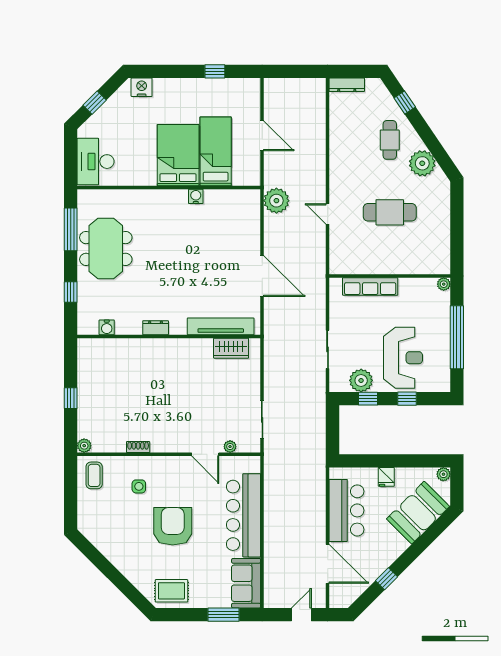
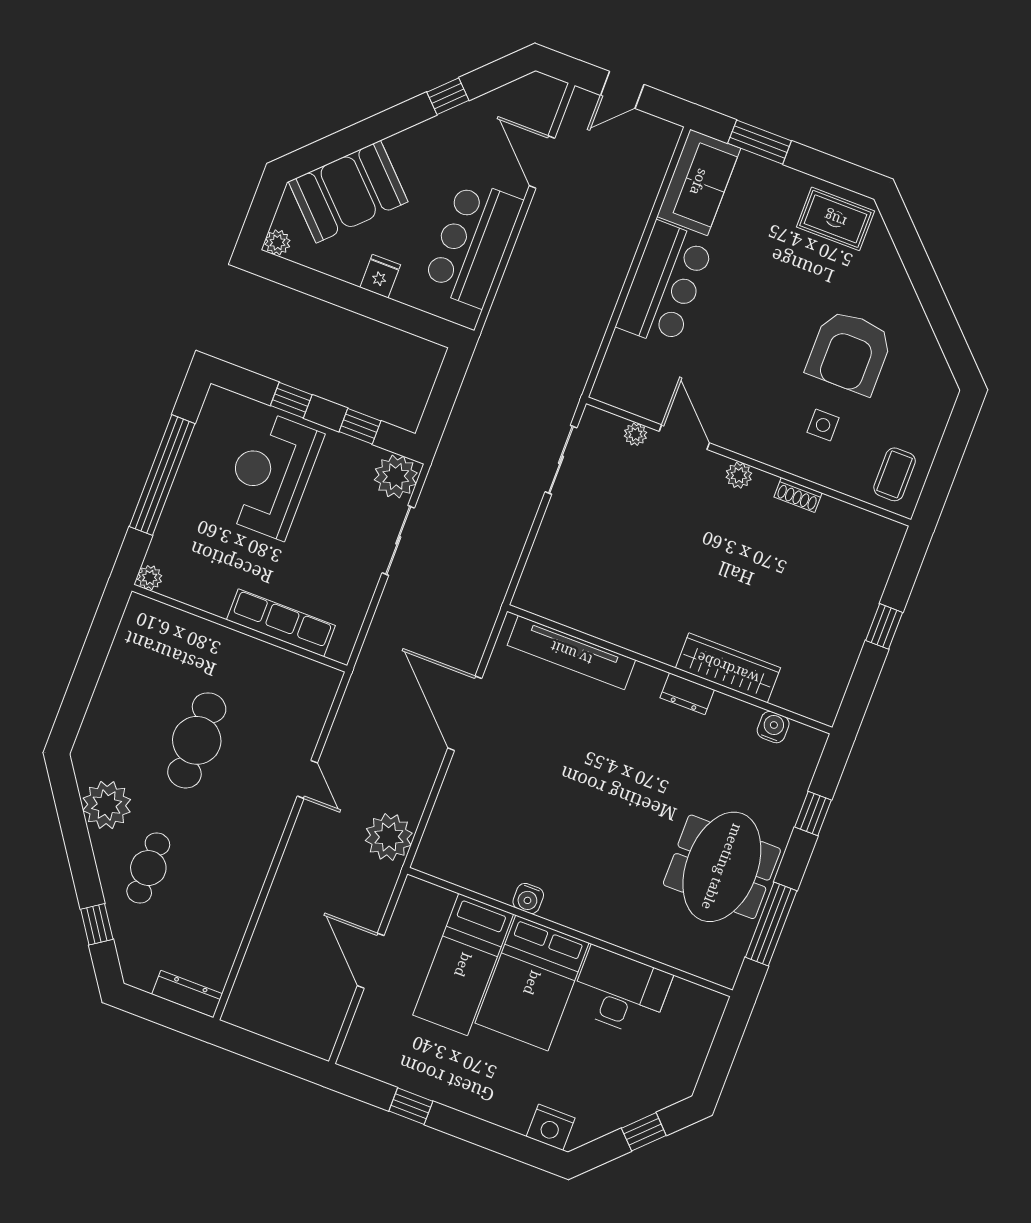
desk: (96, 162) -> (620, 992), moved, turned -90
cafe table: (390, 212) -> (197, 740), turned 90
wardrobe: (231, 348) -> (728, 668), moved, width x1.50
plant: (361, 380) -> (396, 476), moved
plant: (84, 446) -> (739, 475), moved
bar counter: (243, 515) -> (665, 284), width x0.73
armchair: (173, 526) -> (849, 352), moved
door: (328, 564) -> (542, 162), width x0.73

